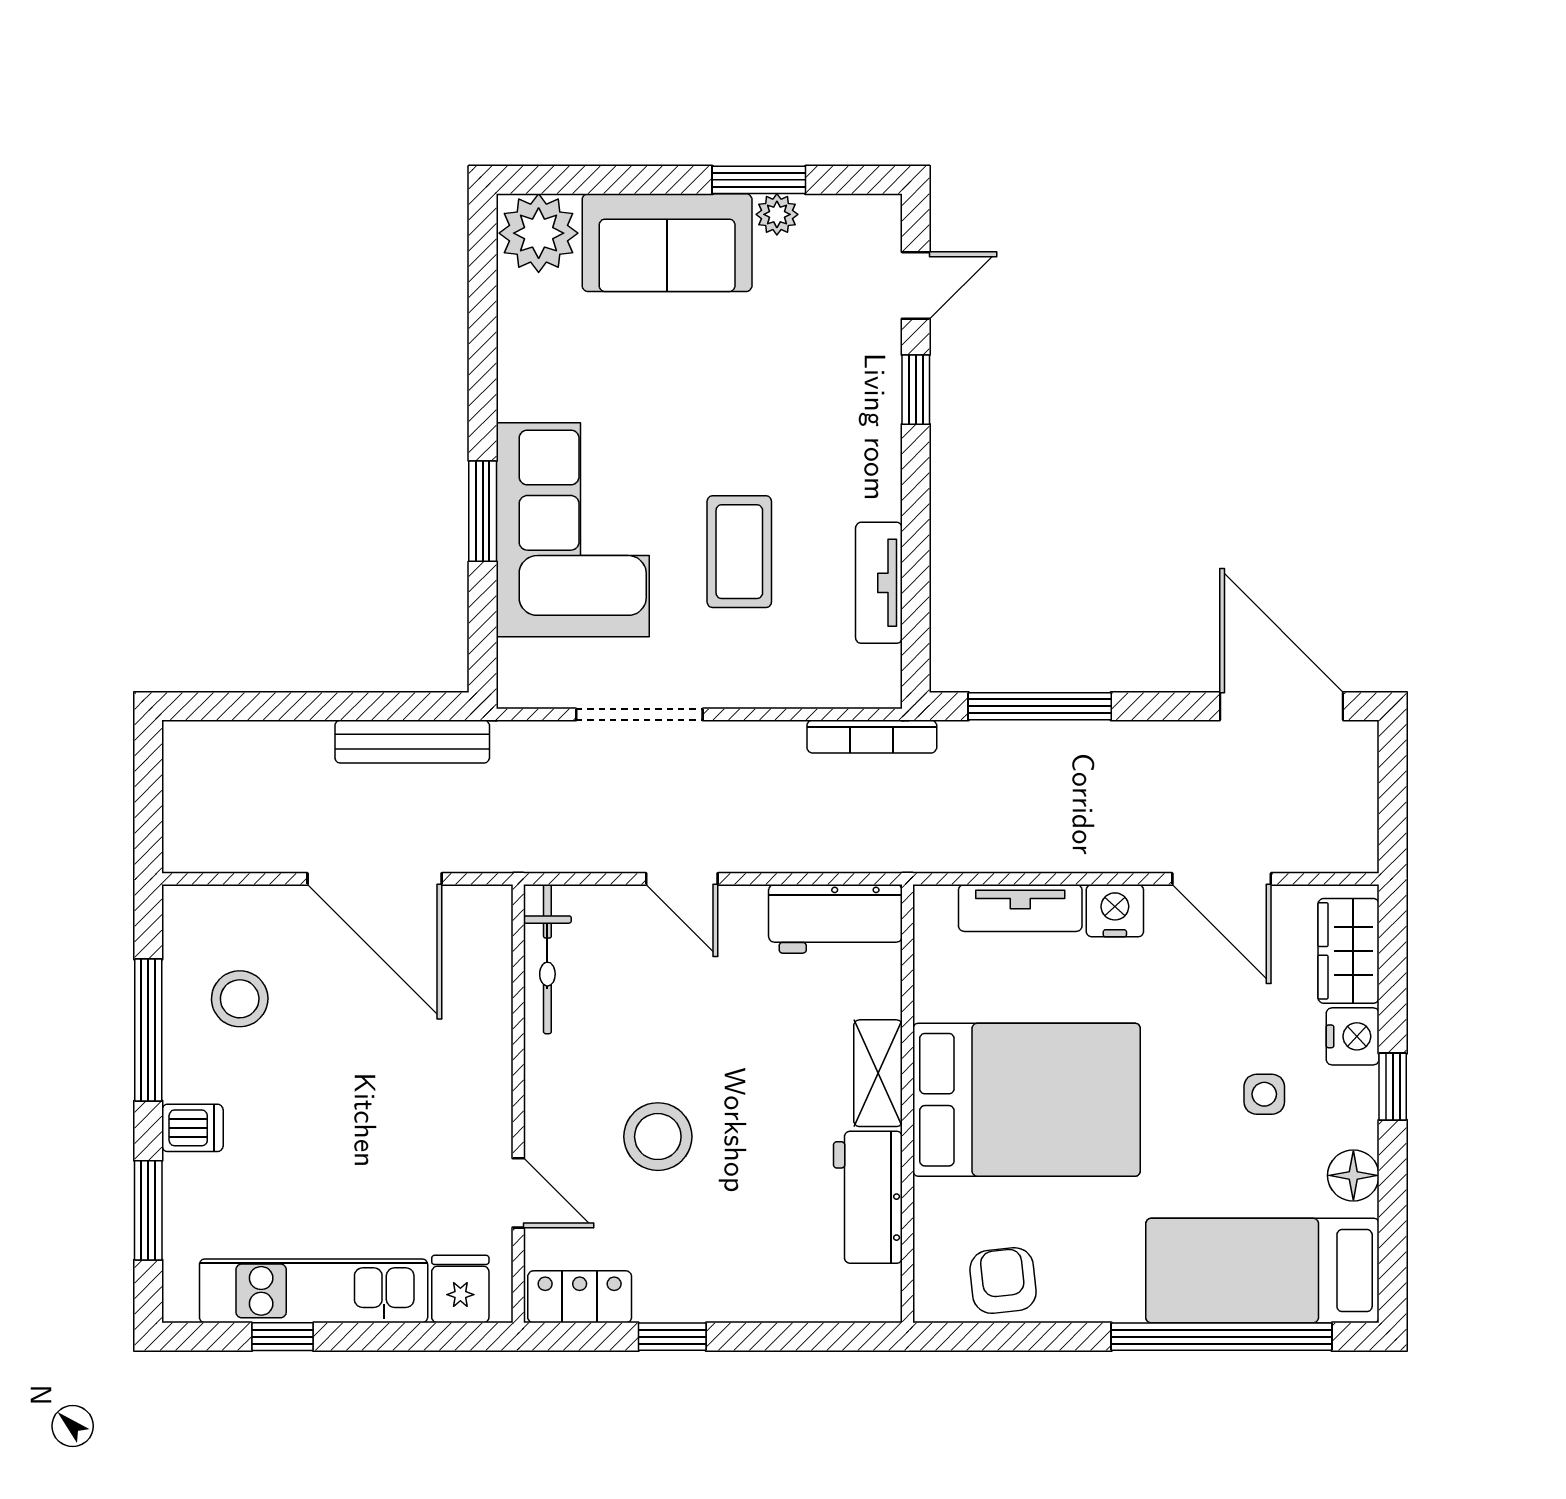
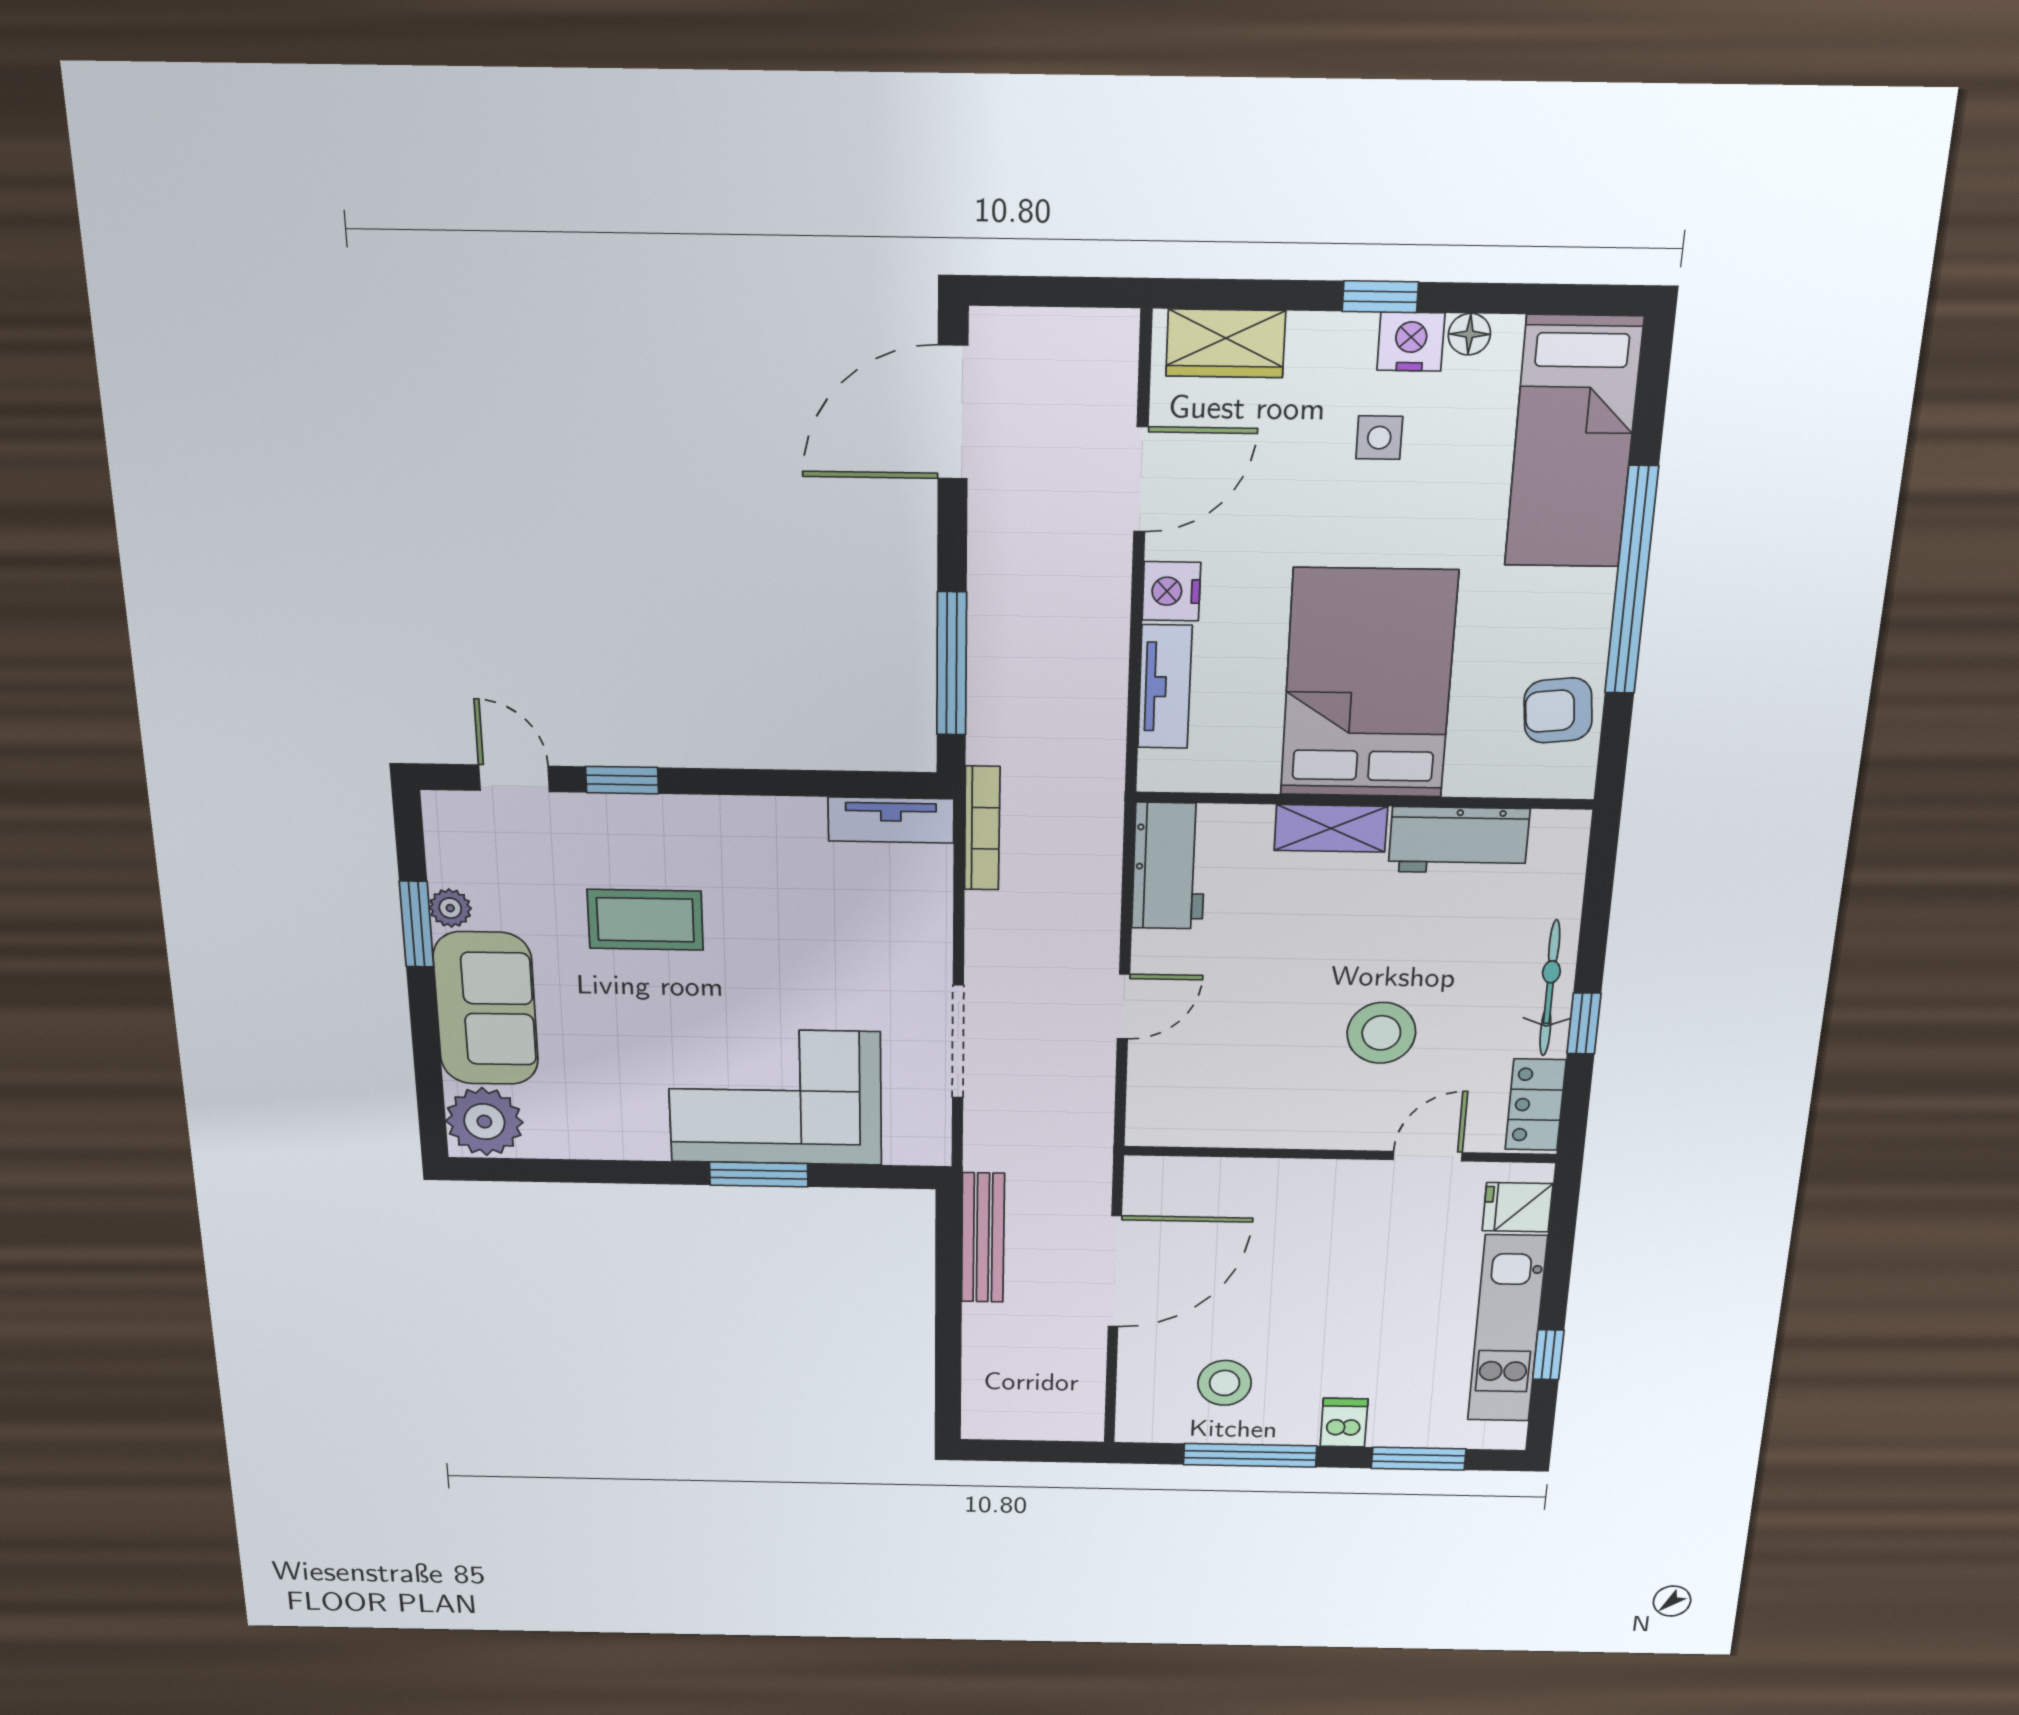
coffee table: (739, 552) -> (645, 920), moved
tv unit: (879, 583) -> (891, 820), moved
bicycle: (547, 959) -> (1550, 988), moved, turned -90
nightstand: (1353, 1036) -> (1411, 342), moved
floor lamp: (1353, 1175) -> (1469, 334), width x0.73, depth x0.73
window: (1222, 1337) -> (1631, 581), moved

